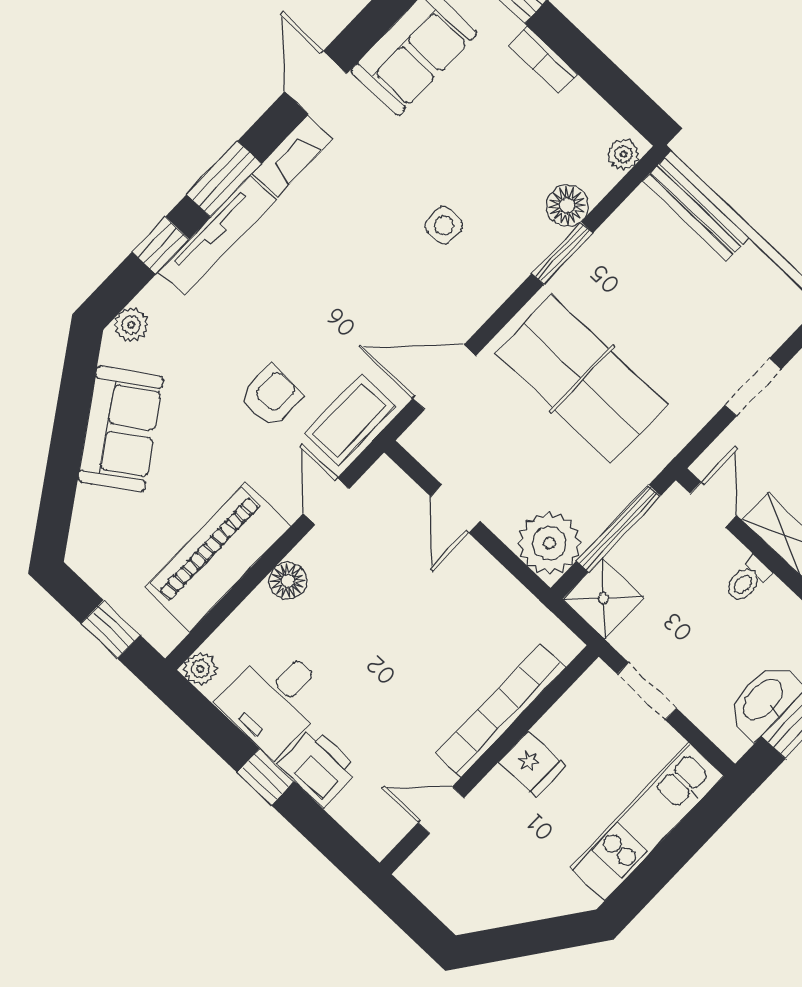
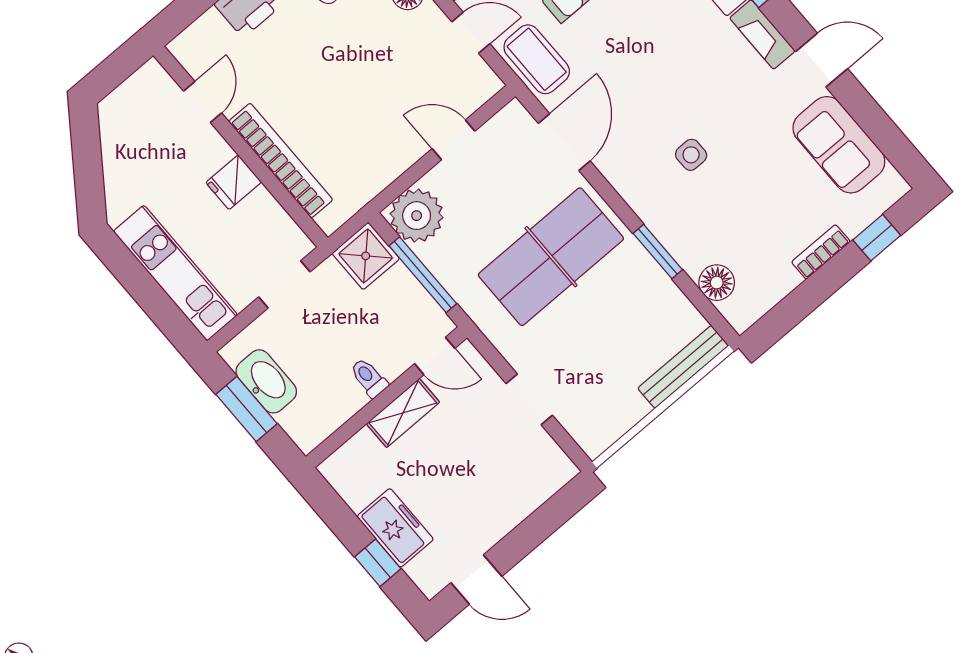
plant: (623, 154) -> (735, 311), removed
floor lamp: (567, 206) -> (717, 283), moved

